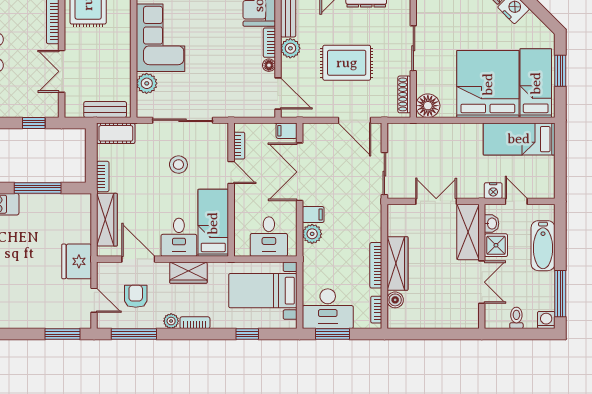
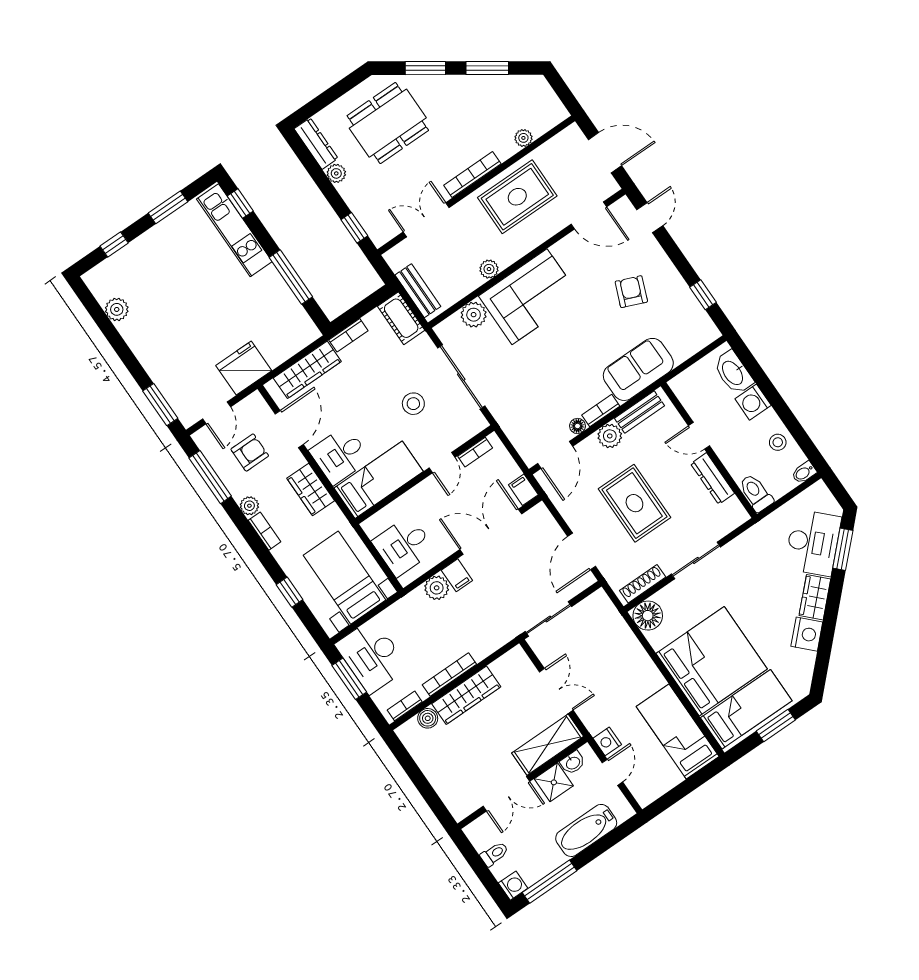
plant: (123, 52) -> (489, 269), added

